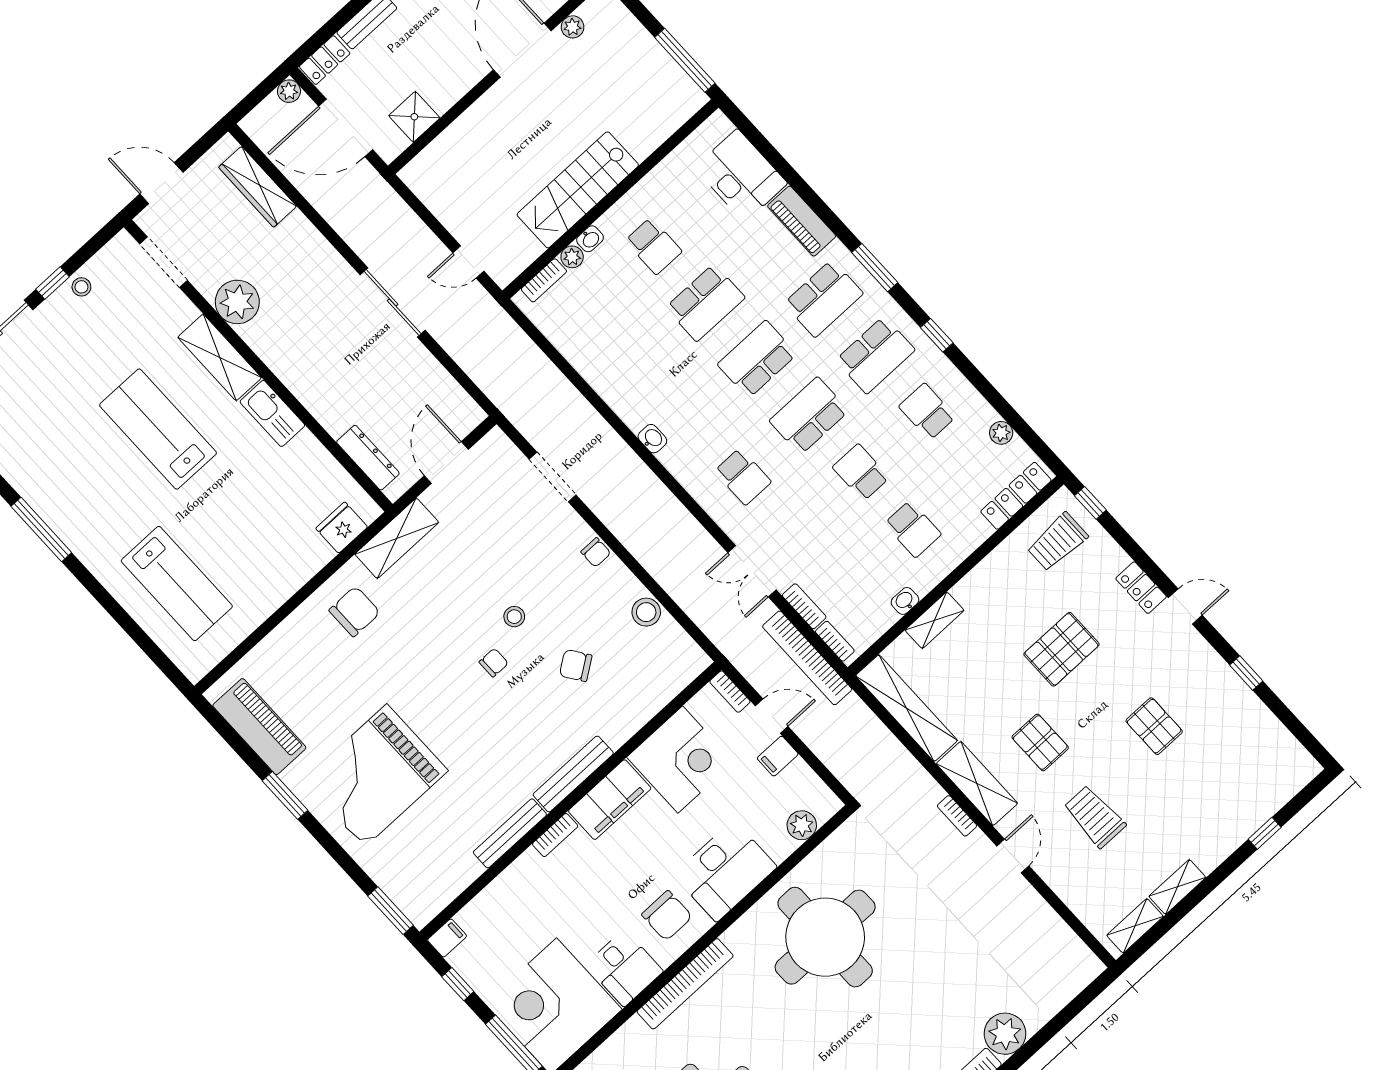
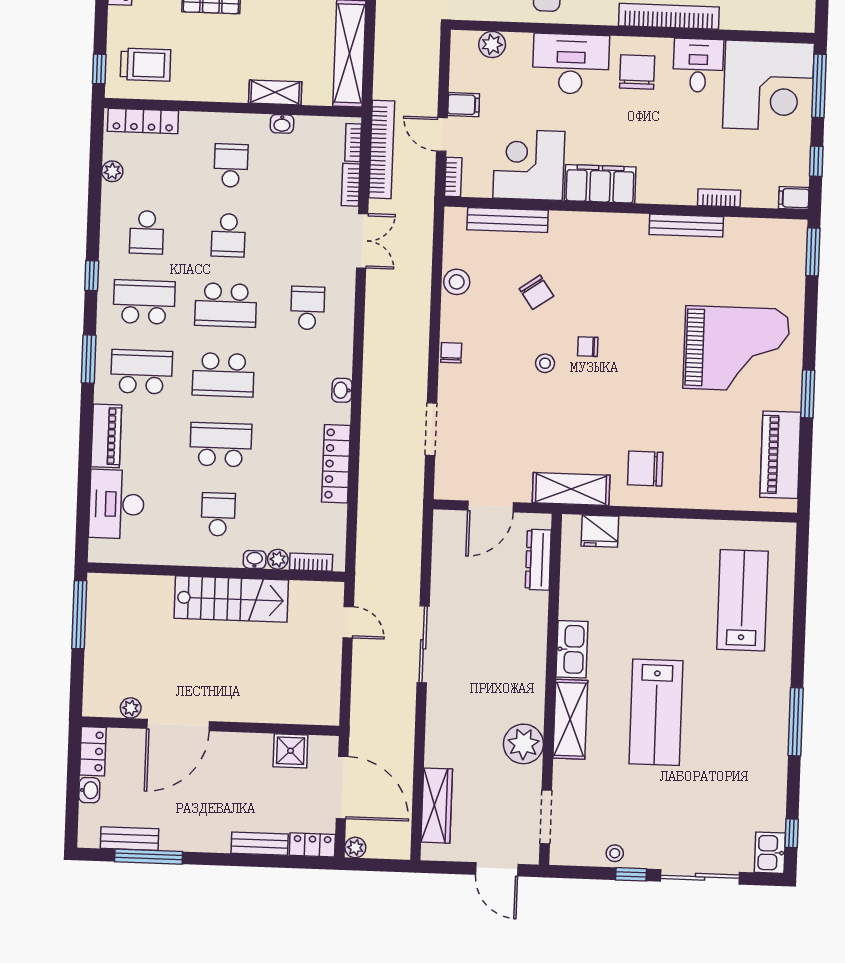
locker: (600, 377) -> (336, 464), added
bench: (573, 774) -> (508, 220), moved
bookcase: (555, 835) -> (719, 198), moved

